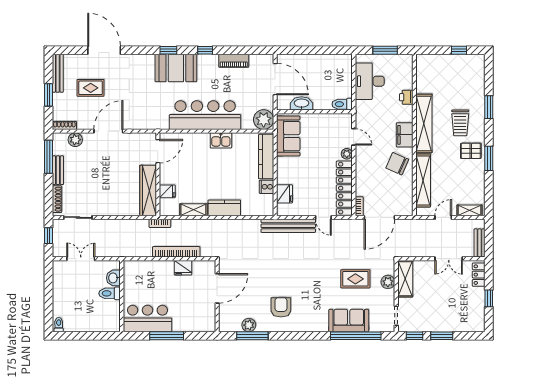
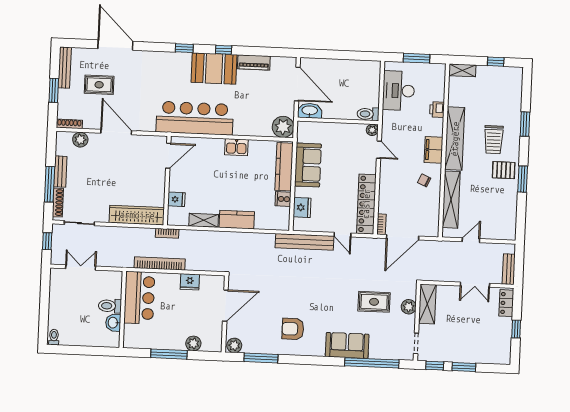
booth: (176, 68) -> (214, 68), moved
washbasin: (302, 103) -> (310, 111), moved
bar counter: (205, 115) -> (195, 118), moved
door: (108, 131) -> (116, 132), hinge flipped
sofa: (288, 136) -> (308, 165), moved
plant: (347, 154) -> (372, 130), moved
window: (49, 157) -> (50, 184), moved
chair: (397, 164) -> (424, 180), width x0.54, depth x0.54
wardrobe: (148, 191) -> (137, 215), moved, turned 90
shelving: (470, 210) -> (462, 70), moved
bookcase: (176, 252) -> (160, 263), moved
washbasin: (113, 278) -> (113, 323), moved
armchair: (281, 307) -> (293, 329), turned -90
bar counter: (147, 319) -> (139, 298), moved, turned 90
sofa: (349, 321) -> (347, 345), moved
plant: (189, 325) -> (193, 343), added
plant: (249, 325) -> (234, 345), moved

